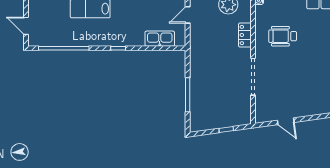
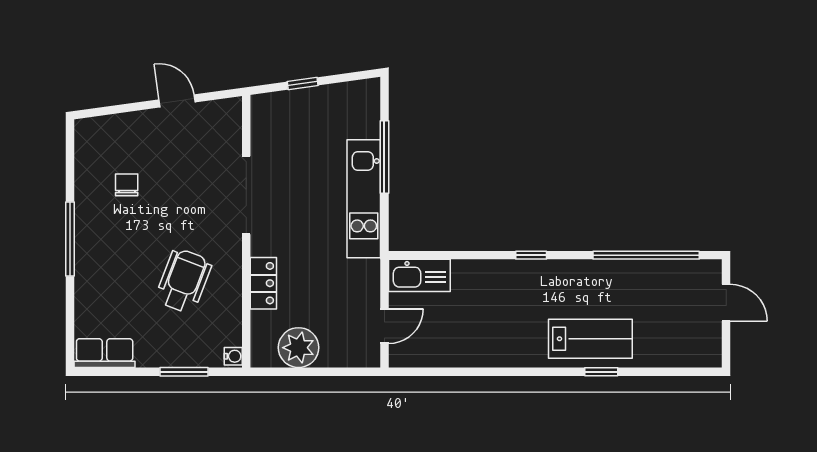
wheelchair: (283, 36) -> (184, 281), turned -69
kitchen sink: (160, 39) -> (419, 275), moved
kitchen unit: (197, 75) -> (364, 199), added
chair: (310, 82) -> (127, 185), added

